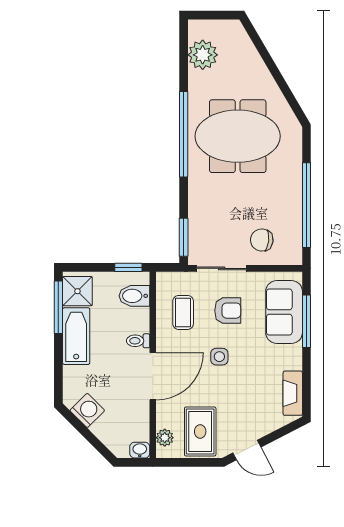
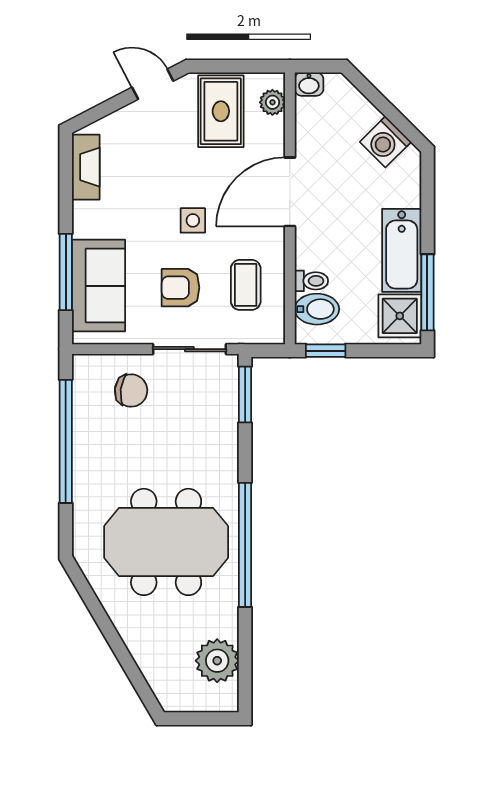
toilet: (138, 341) -> (311, 281), moved

